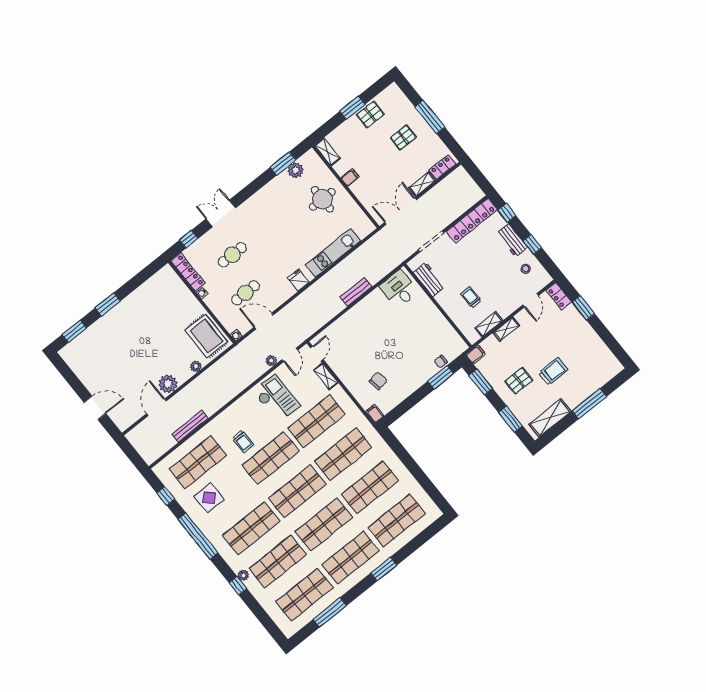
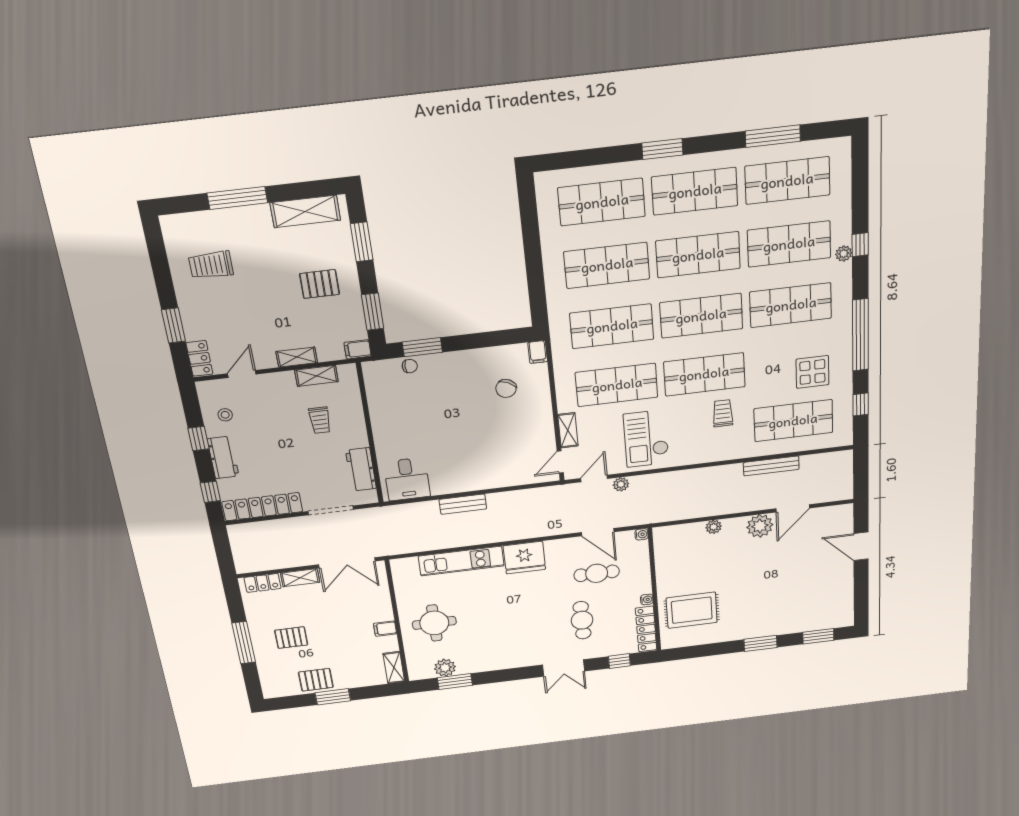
cafe table: (232, 255) -> (582, 620), turned 90
fridge: (298, 280) -> (524, 558), width x1.88, depth x1.34
rug: (206, 336) -> (692, 610), moved, turned 90
trolley: (553, 372) -> (211, 265), moved
chair: (378, 381) -> (506, 388), turned -53

